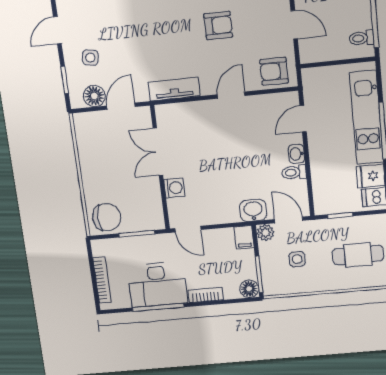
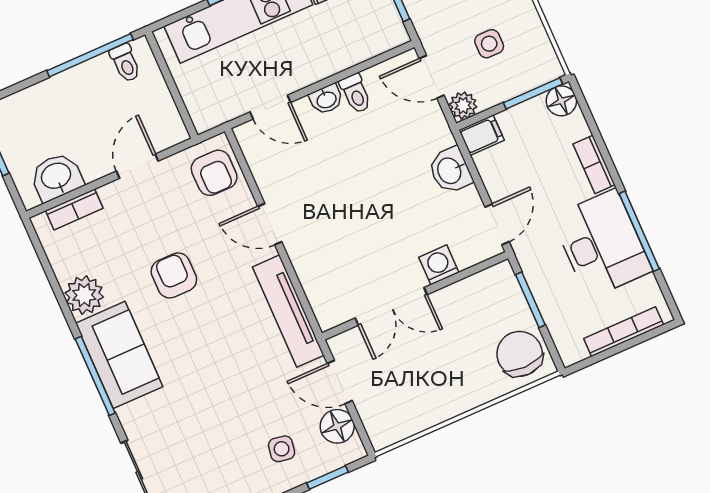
tv unit: (174, 89) -> (288, 311), width x1.41
washbasin: (253, 210) -> (450, 170), moved
door: (289, 220) -> (432, 77), hinge flipped

